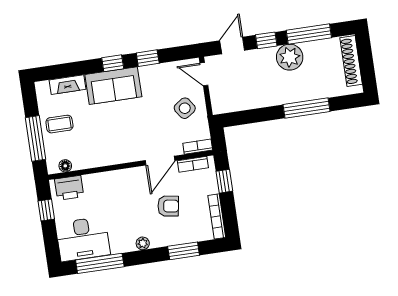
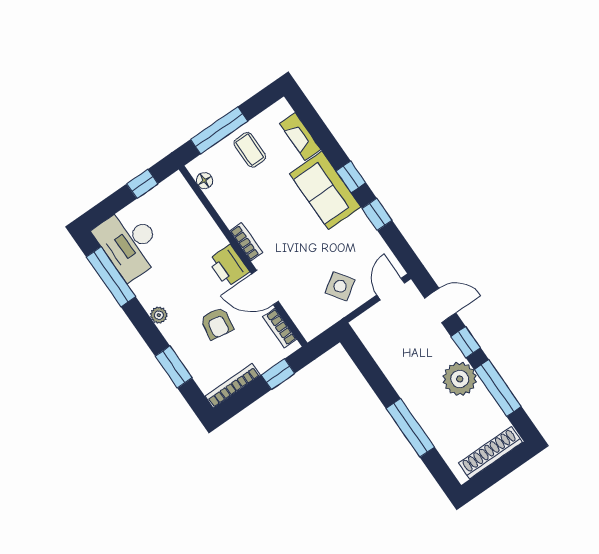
bookcase: (198, 147) -> (246, 242), moved
printer: (69, 188) -> (229, 266), moved

